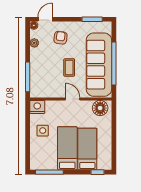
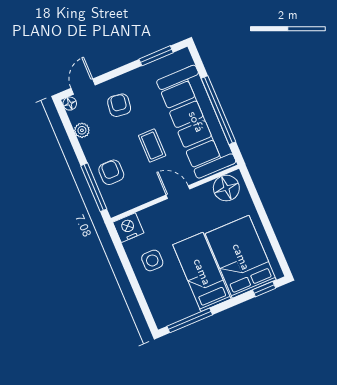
armchair: (41, 73) -> (111, 172), added
bed: (87, 149) -> (241, 257), width x1.50

